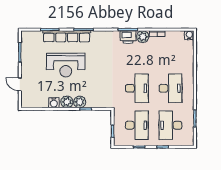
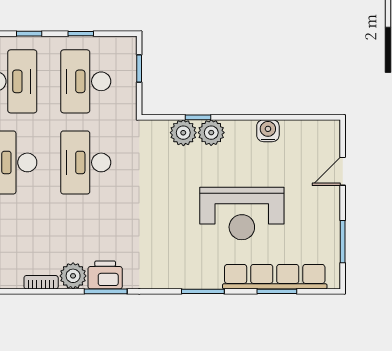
row of seats: (67, 36) -> (275, 277), moved
reception desk: (66, 65) -> (242, 213), turned 180
door: (20, 84) -> (343, 171), swing flipped
plant: (67, 102) -> (183, 133), moved

